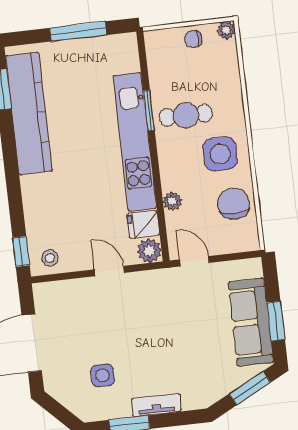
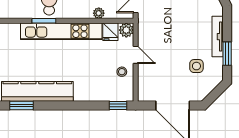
stool: (50, 258) -> (122, 72), moved
door: (109, 271) -> (136, 55), swing flipped
tv unit: (156, 405) -> (218, 37), width x1.41

